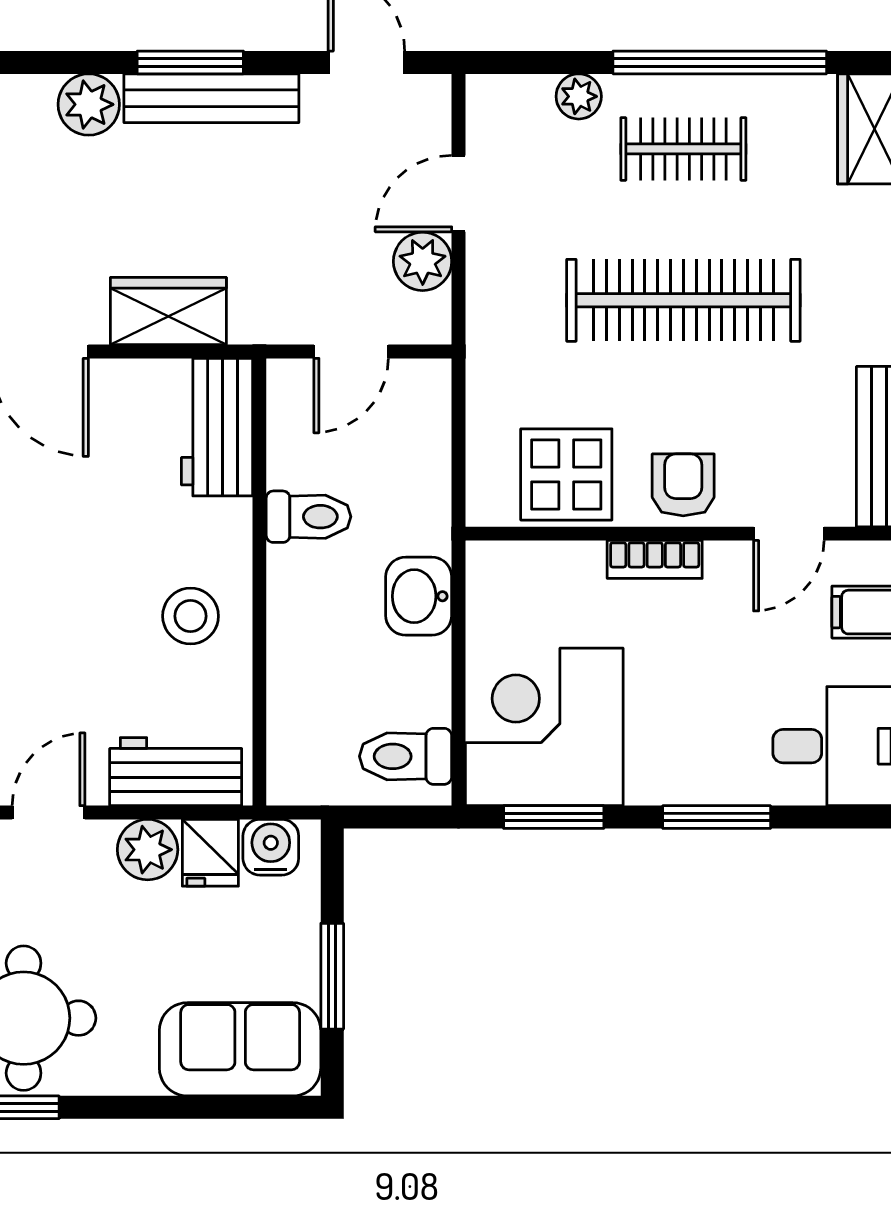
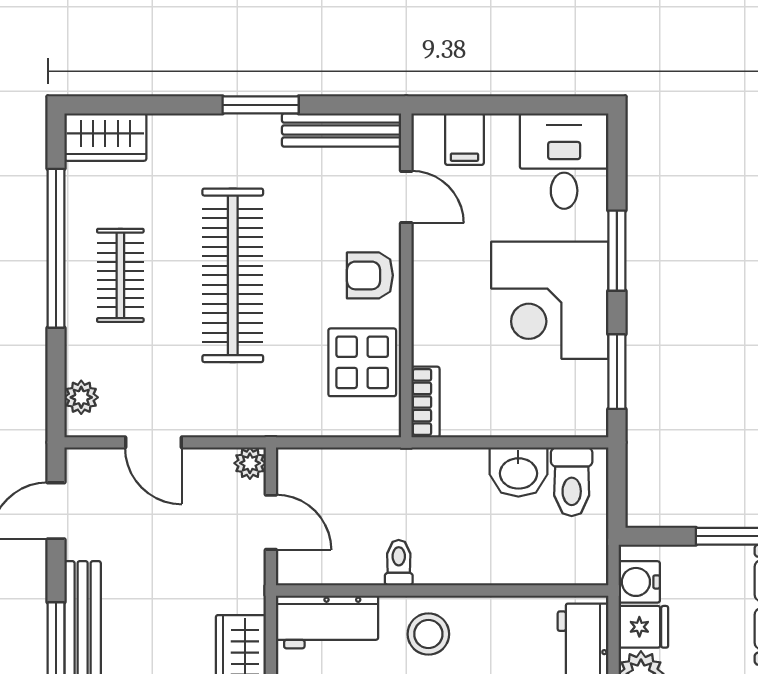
plant: (579, 96) -> (81, 397), moved
plant: (423, 261) -> (250, 463), moved, width x0.73, depth x0.73
toilet: (309, 517) -> (399, 563), width x0.73, depth x0.72
bookcase: (655, 559) -> (425, 402), moved
washbasin: (419, 596) -> (518, 472), moved
stool: (191, 616) -> (428, 634), moved
corner desk: (544, 727) -> (550, 300), moved

